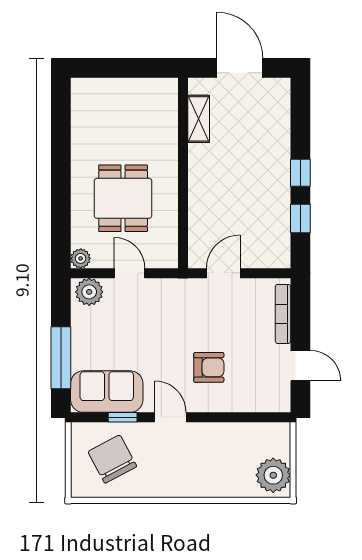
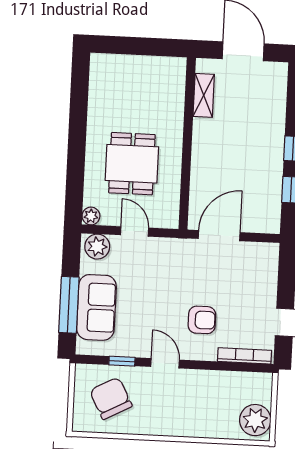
door: (223, 273) -> (219, 236), width x1.38
bookcase: (283, 314) -> (244, 356), moved, turned 90
sofa: (107, 392) -> (96, 307), moved, turned 90

